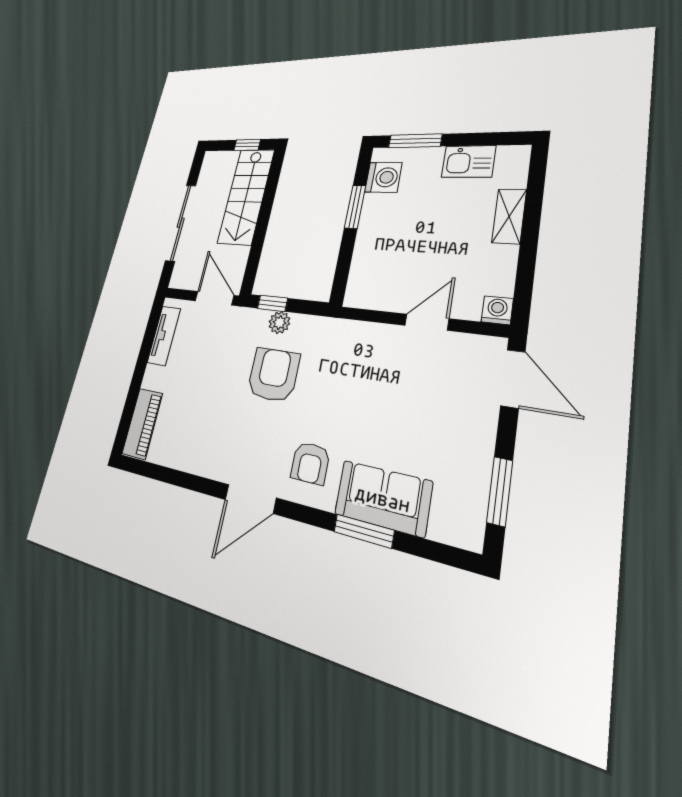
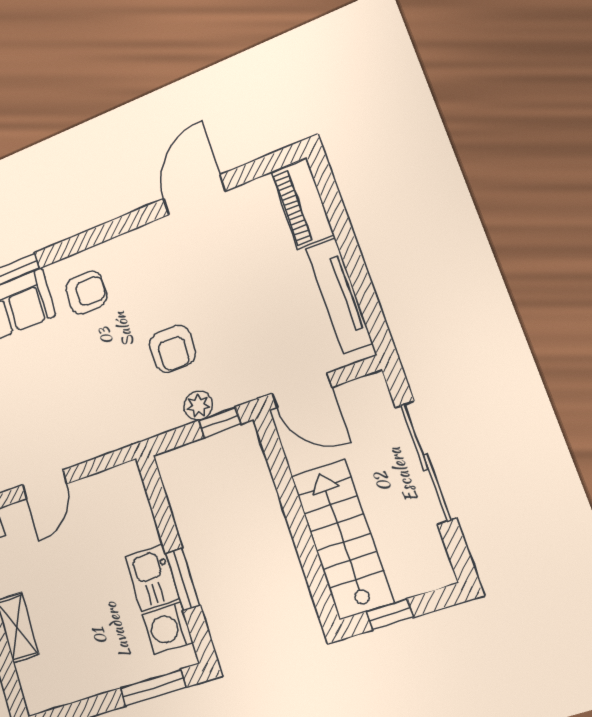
kitchen sink: (468, 162) -> (152, 578), moved, turned -90
tv unit: (164, 336) -> (339, 296), width x1.41
armchair: (273, 375) -> (172, 349), width x0.72, depth x0.72
armchair: (310, 463) -> (86, 293), turned 90
door: (250, 499) -> (194, 195), moved

